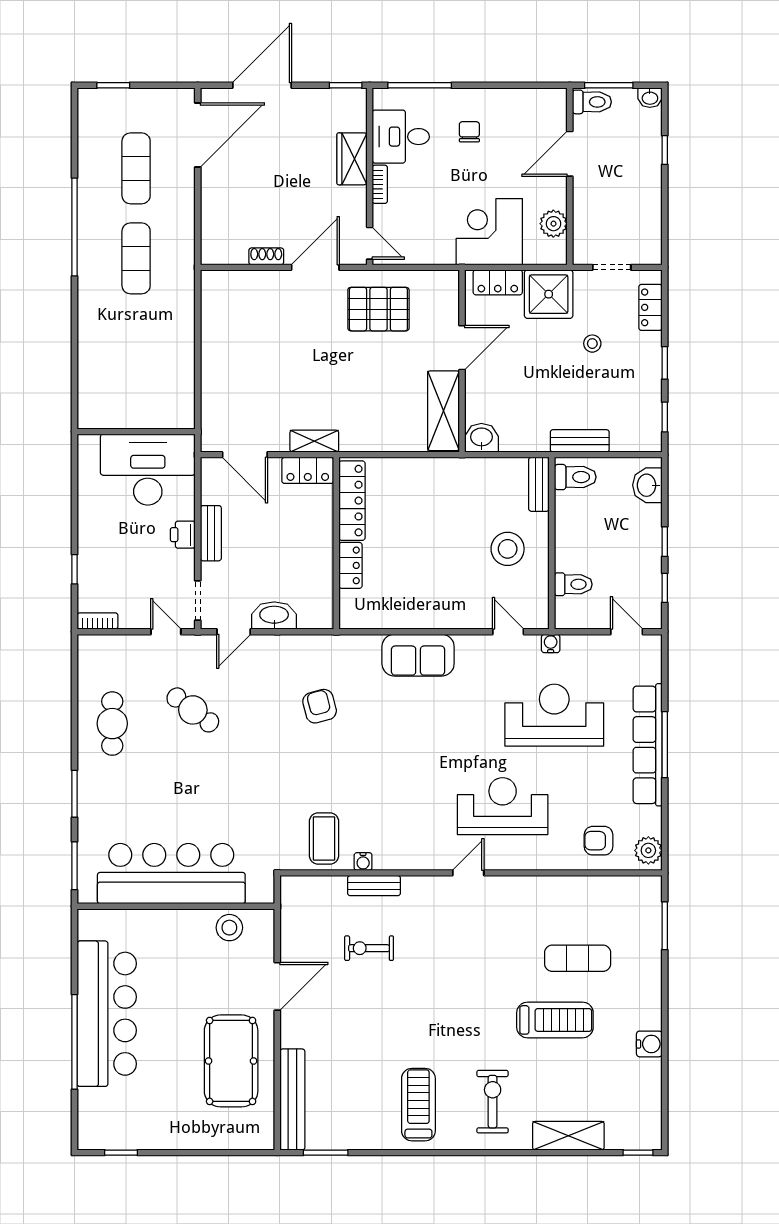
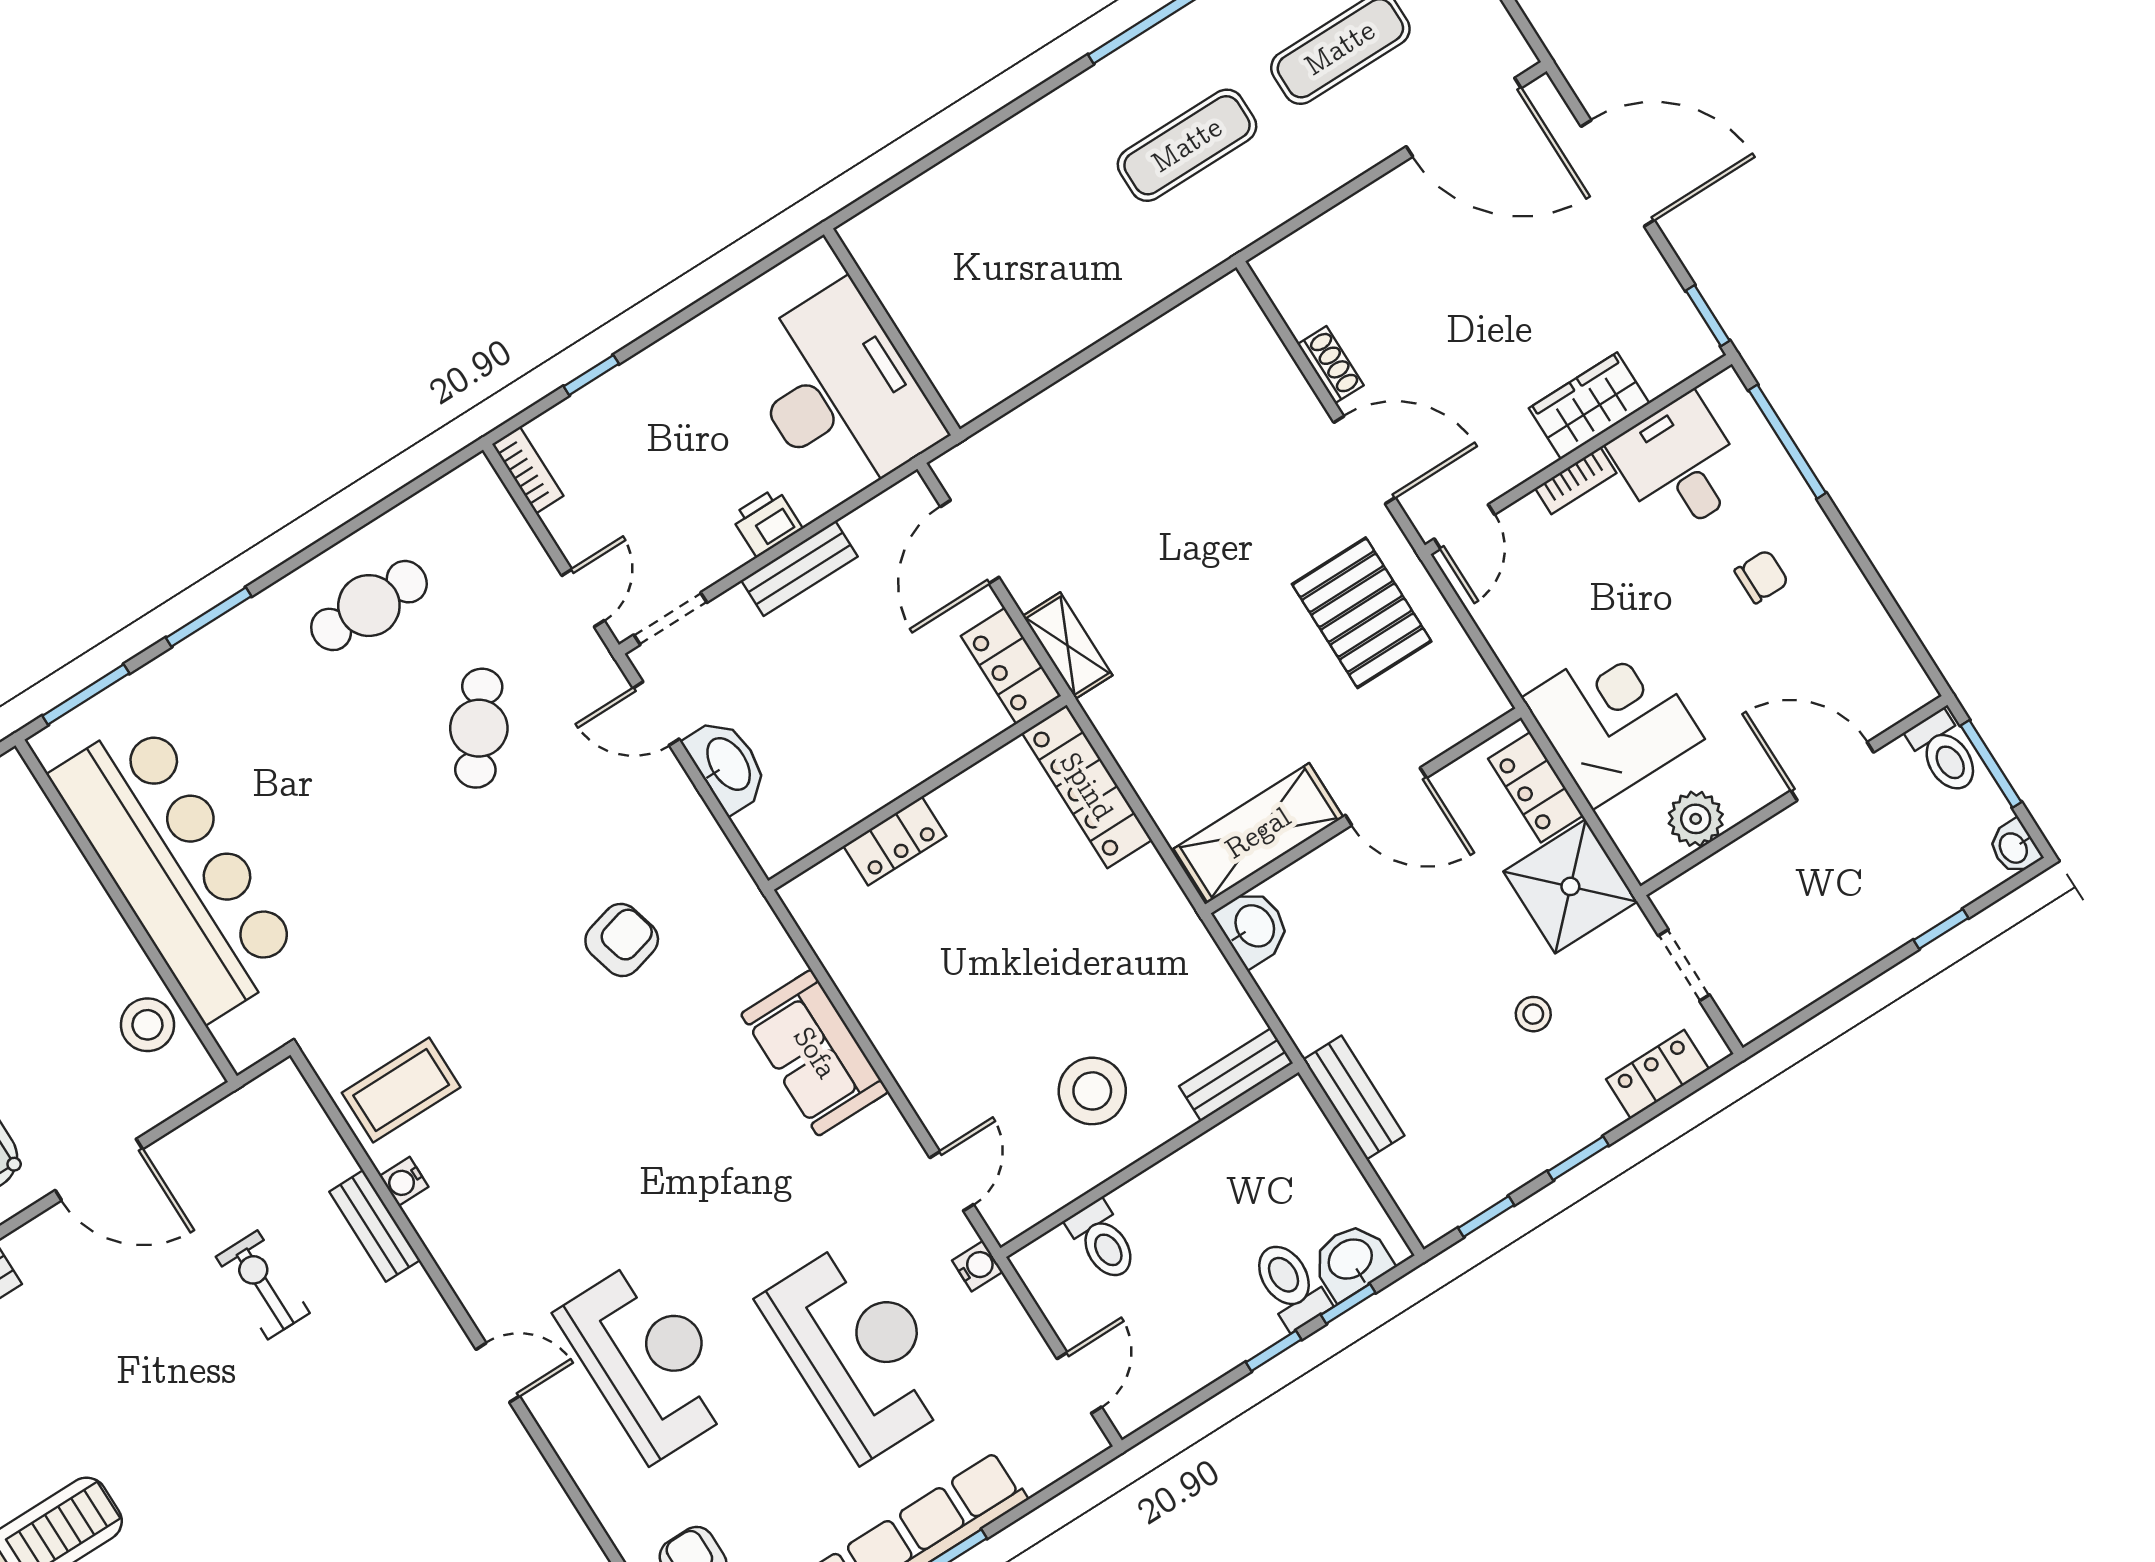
toilet: (575, 477) -> (1290, 1285), moved, turned 180
locker: (352, 501) -> (1087, 787), moved, turned 90
window: (665, 588) -> (1348, 1304), moved

